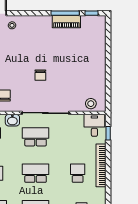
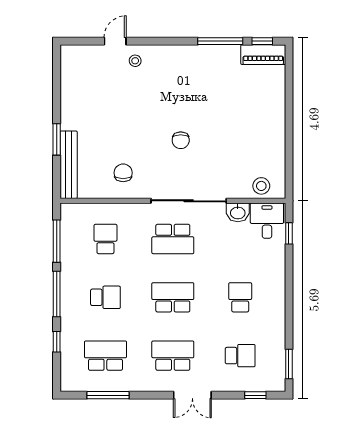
piano: (66, 22) -> (263, 55), moved
washbasin: (12, 120) -> (238, 212), moved
school desk: (36, 137) -> (173, 239), turned 180
bookcase: (101, 165) -> (278, 285), removed

